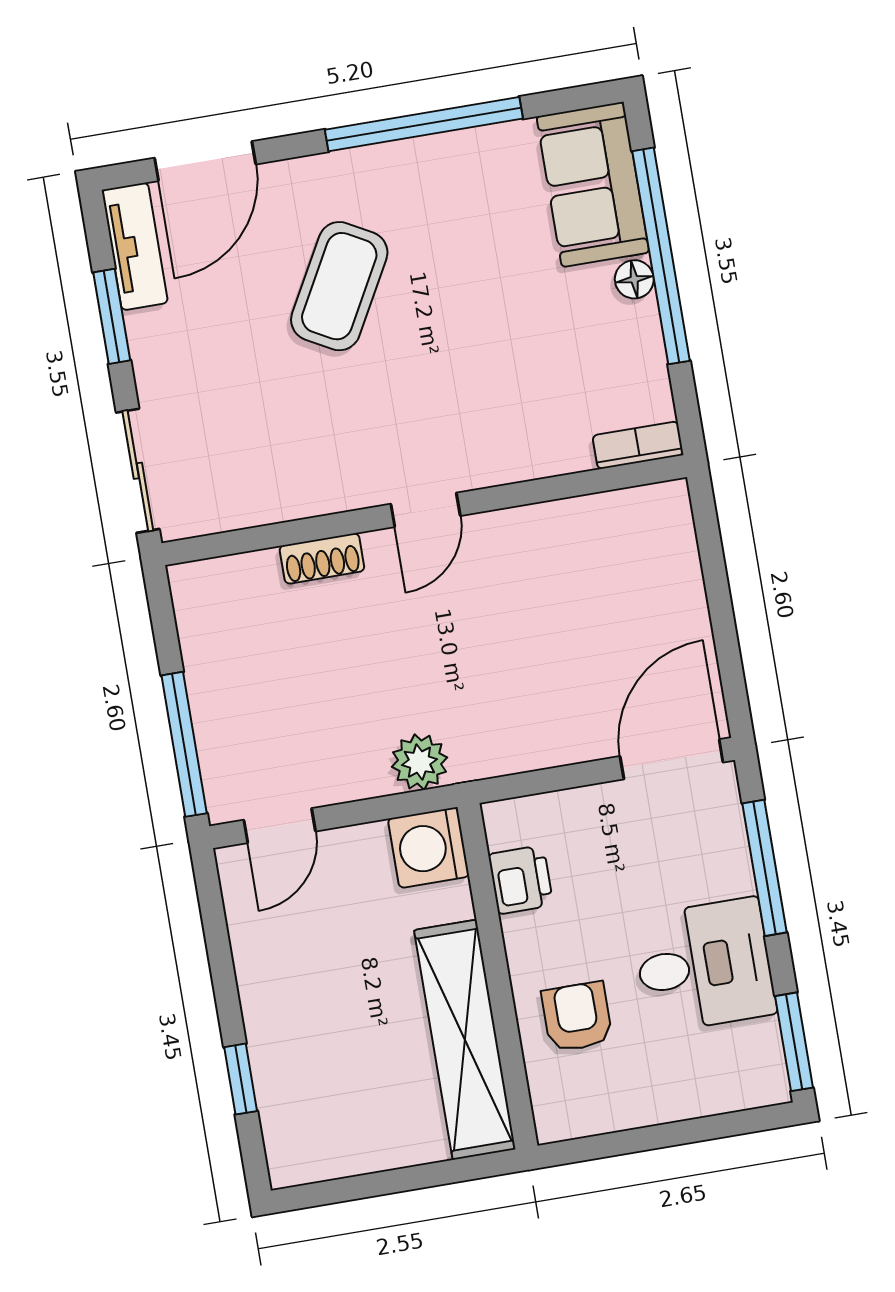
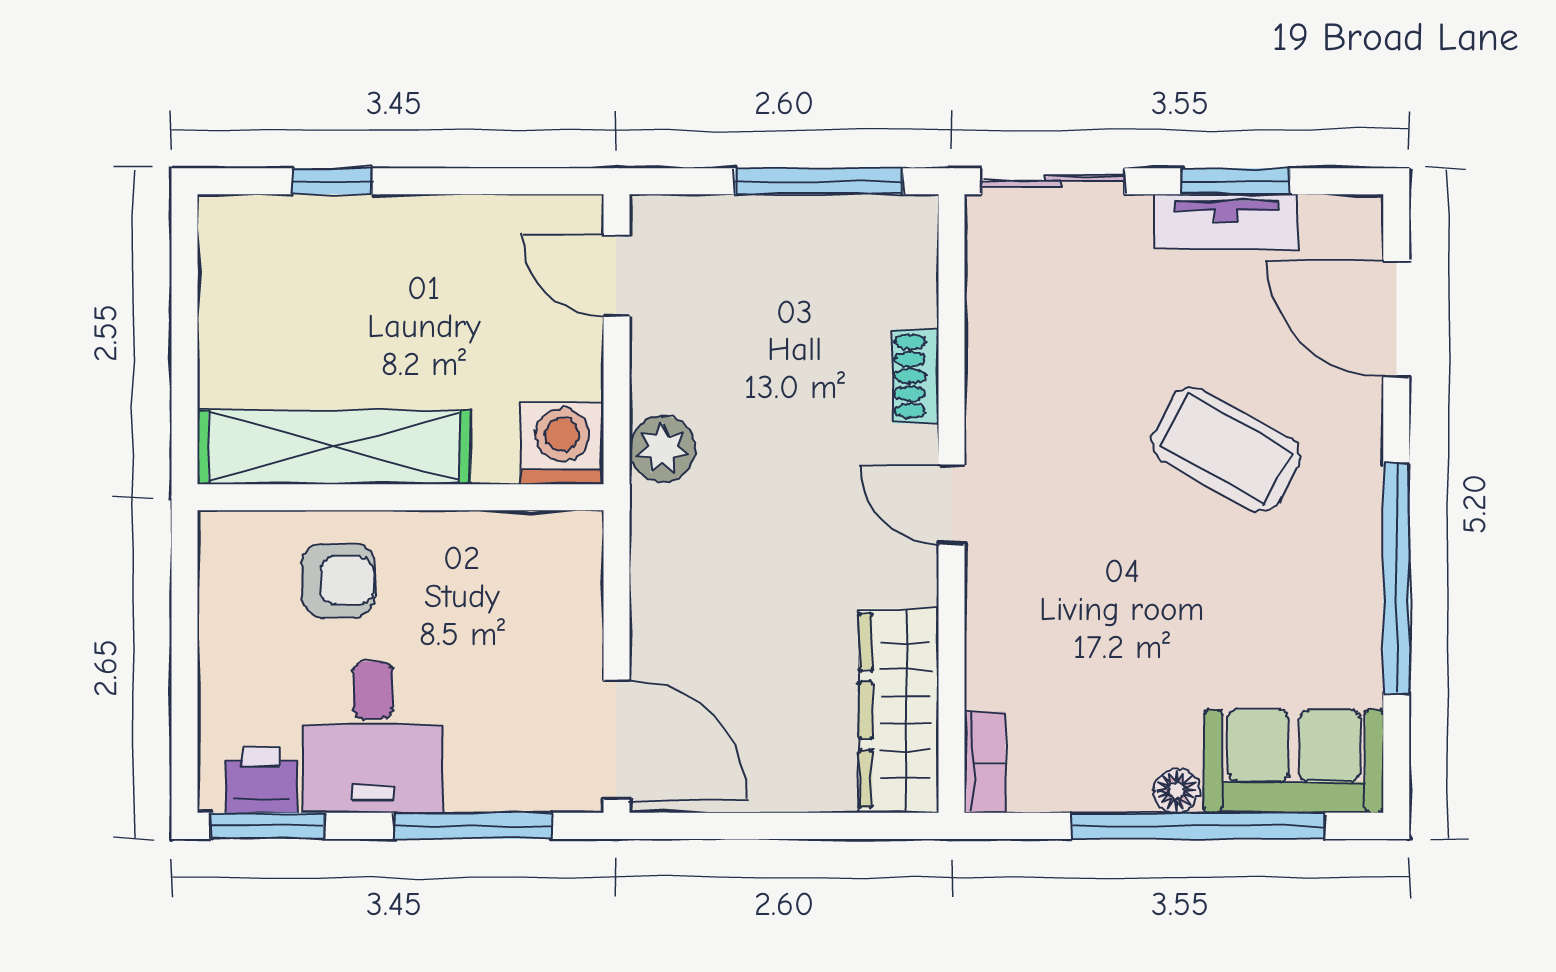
tv unit: (135, 246) -> (1226, 222), moved
wardrobe: (606, 525) -> (899, 710), added
window: (184, 744) -> (819, 181), moved
printer: (521, 880) -> (261, 780), moved, turned 180

